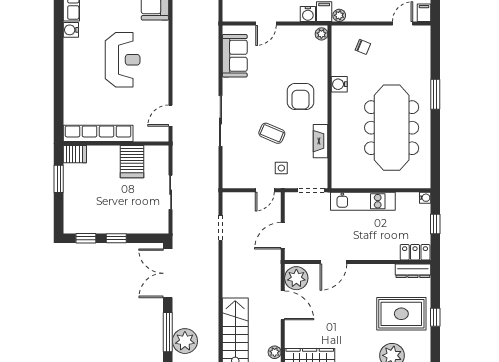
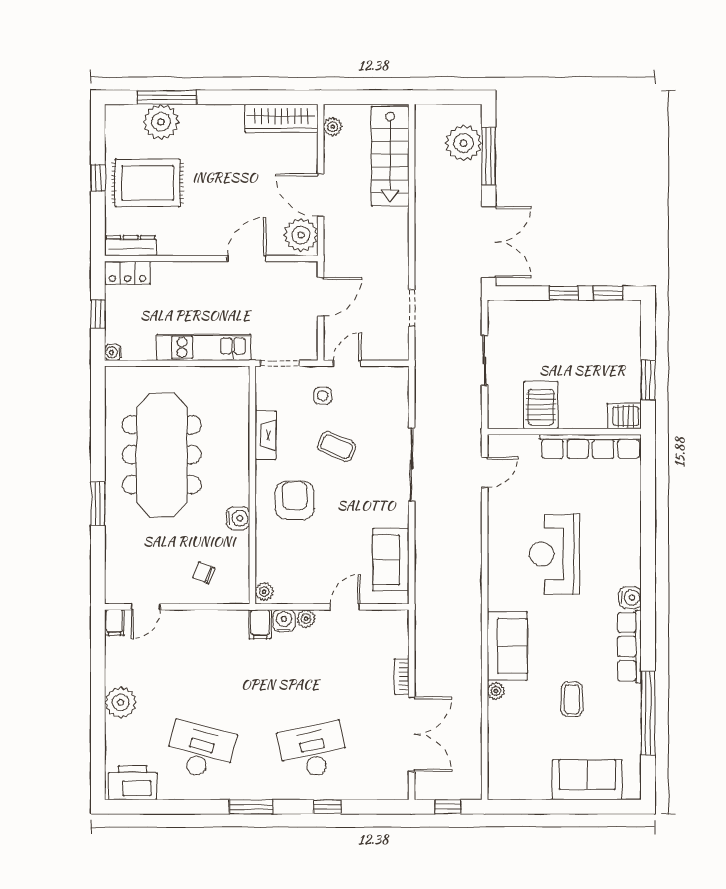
plant: (339, 15) -> (306, 619), moved

